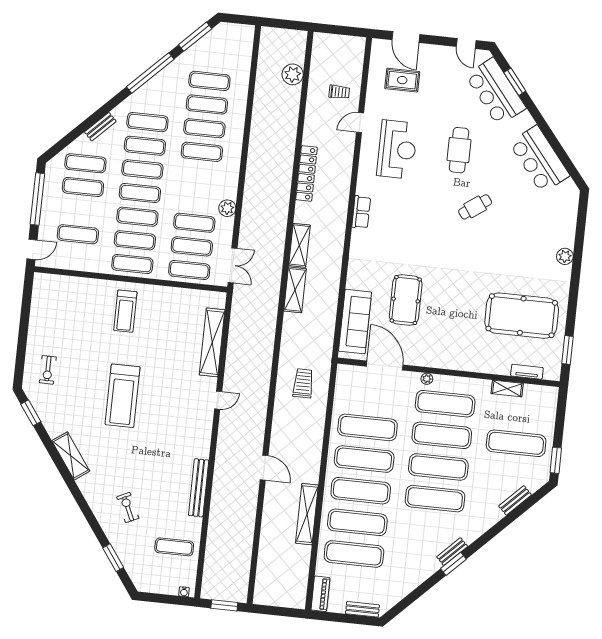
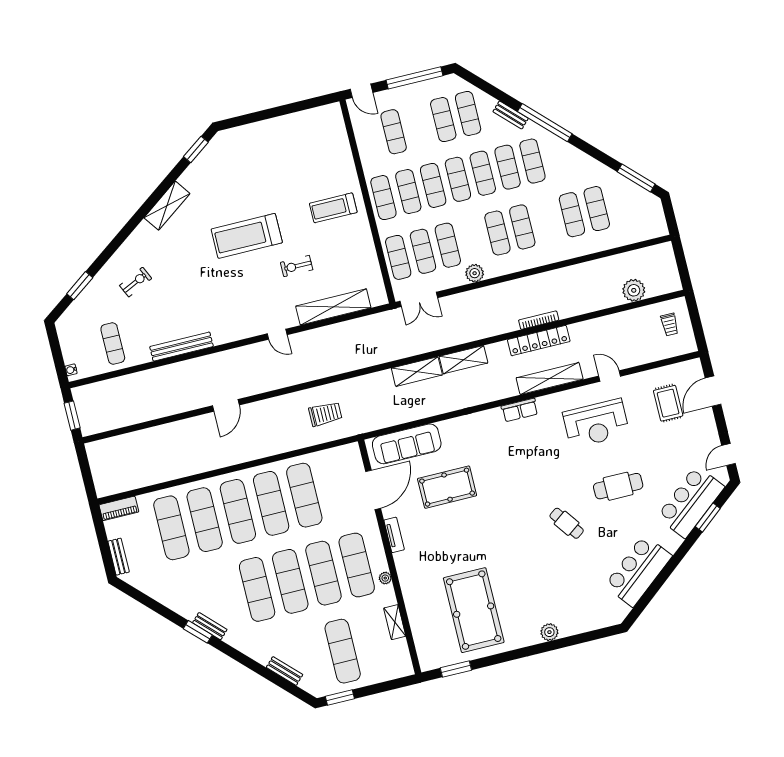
window: (150, 73) -> (545, 123), moved
trolley: (339, 92) -> (670, 325), moved
exercise mat: (204, 128) -> (497, 233), moved
bookcase: (289, 167) -> (539, 320), added
exercise bike: (48, 370) -> (297, 266), moved
tv unit: (527, 372) -> (394, 535), moved
plant: (427, 379) -> (385, 578), moved
shelving: (307, 514) -> (550, 378), moved

